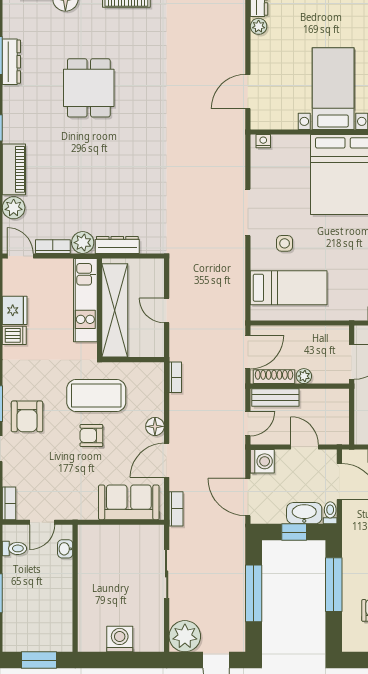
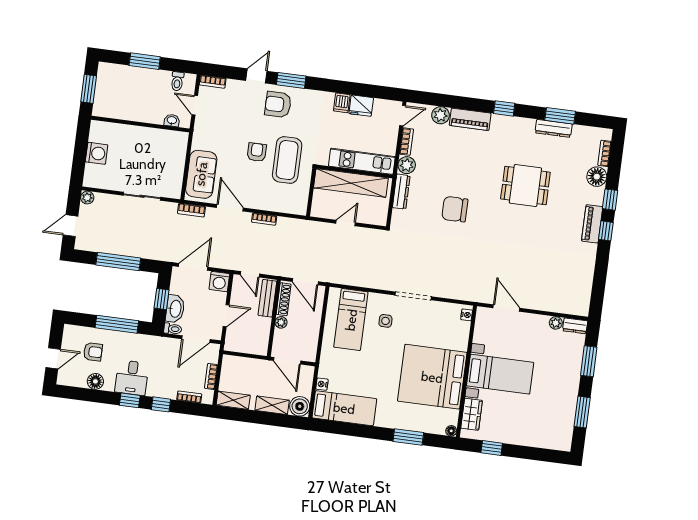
chair: (131, 174) -> (455, 209), added
bookcase: (175, 377) -> (264, 219), moved
floor lamp: (155, 426) -> (257, 202), removed
plant: (185, 636) -> (87, 198), width x0.53, depth x0.53

